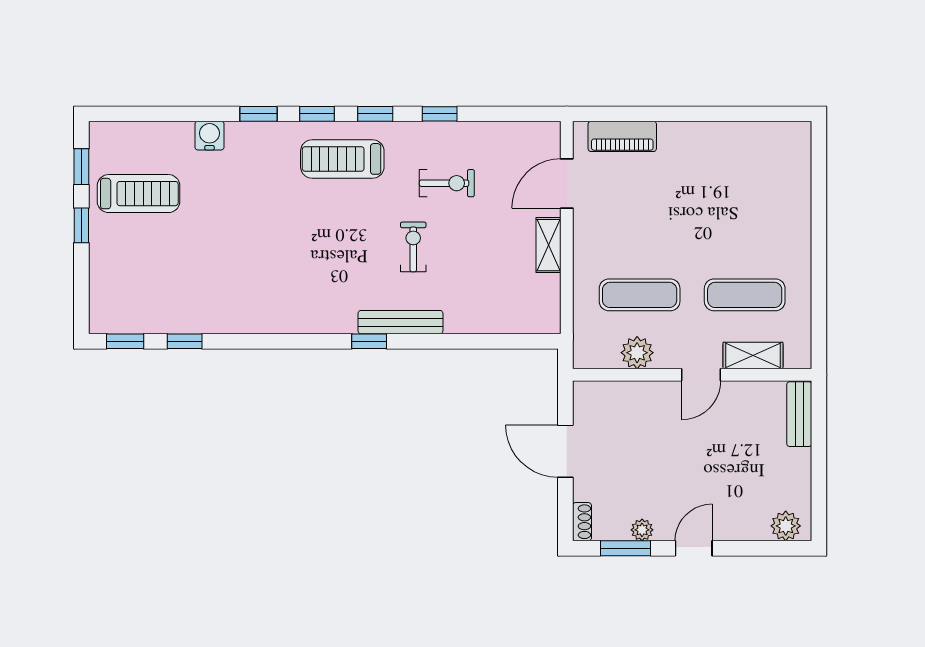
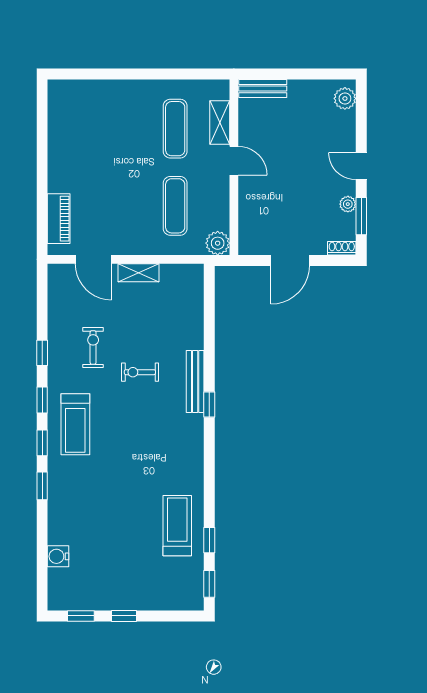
water cooler: (209, 136) -> (58, 556), moved
treadmill: (139, 194) -> (177, 526), moved
plant: (637, 353) -> (218, 243), moved

